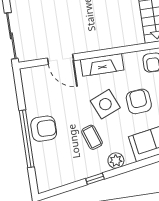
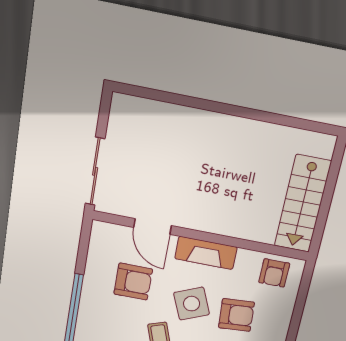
armchair: (139, 101) -> (236, 315), turned 91
armchair: (44, 129) -> (133, 282), moved

